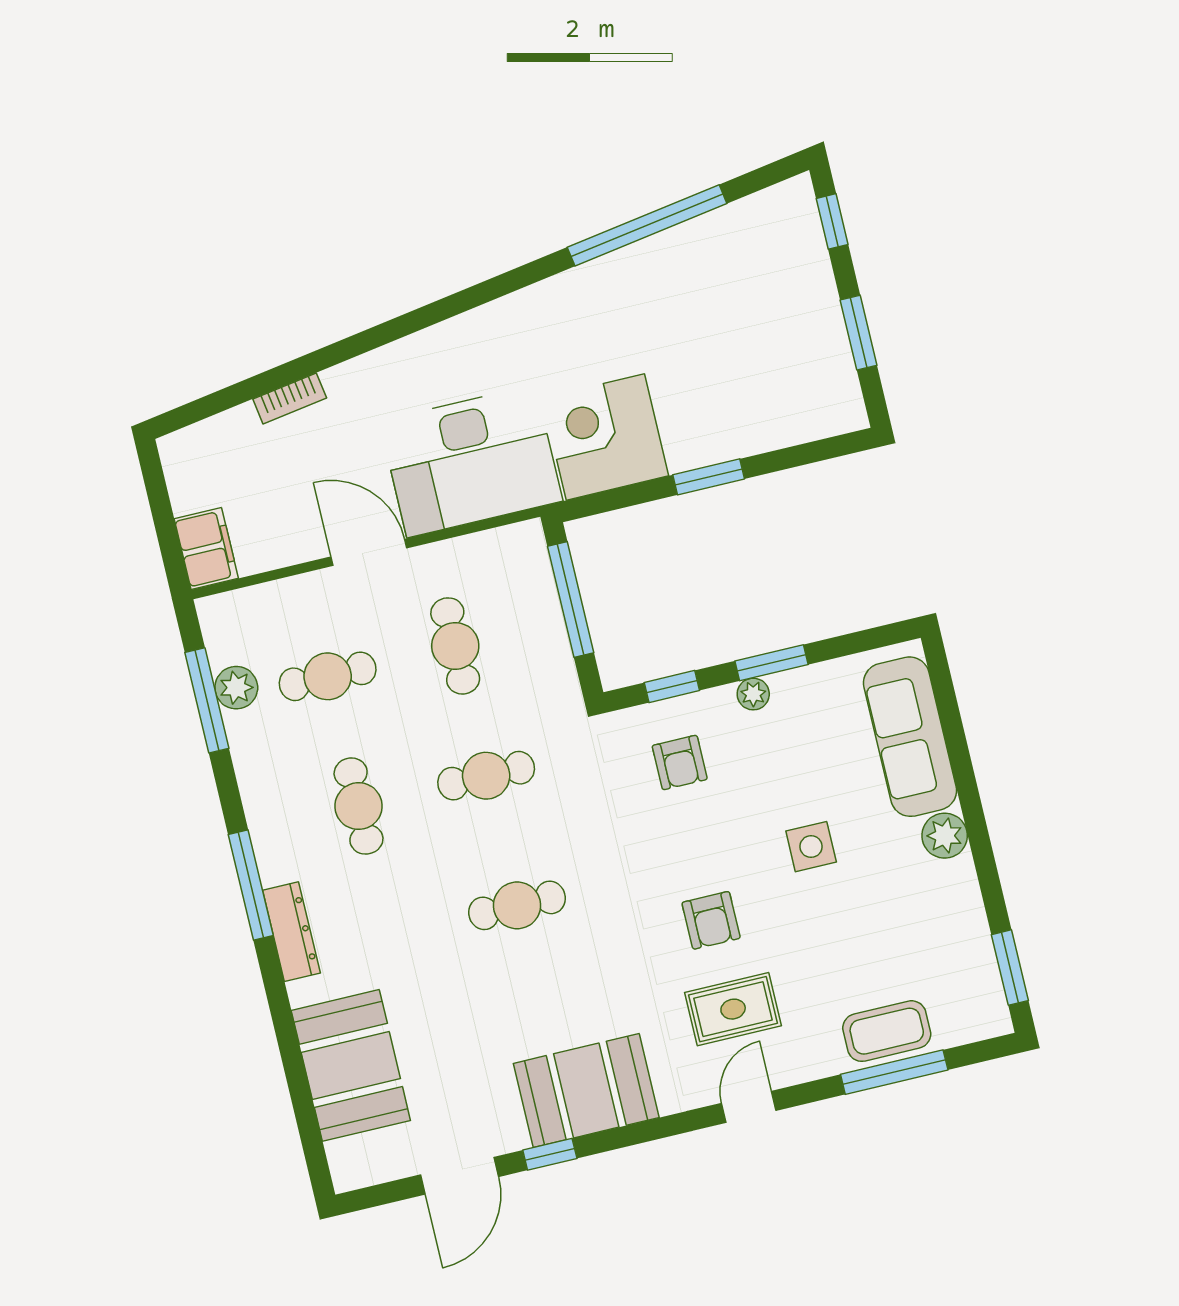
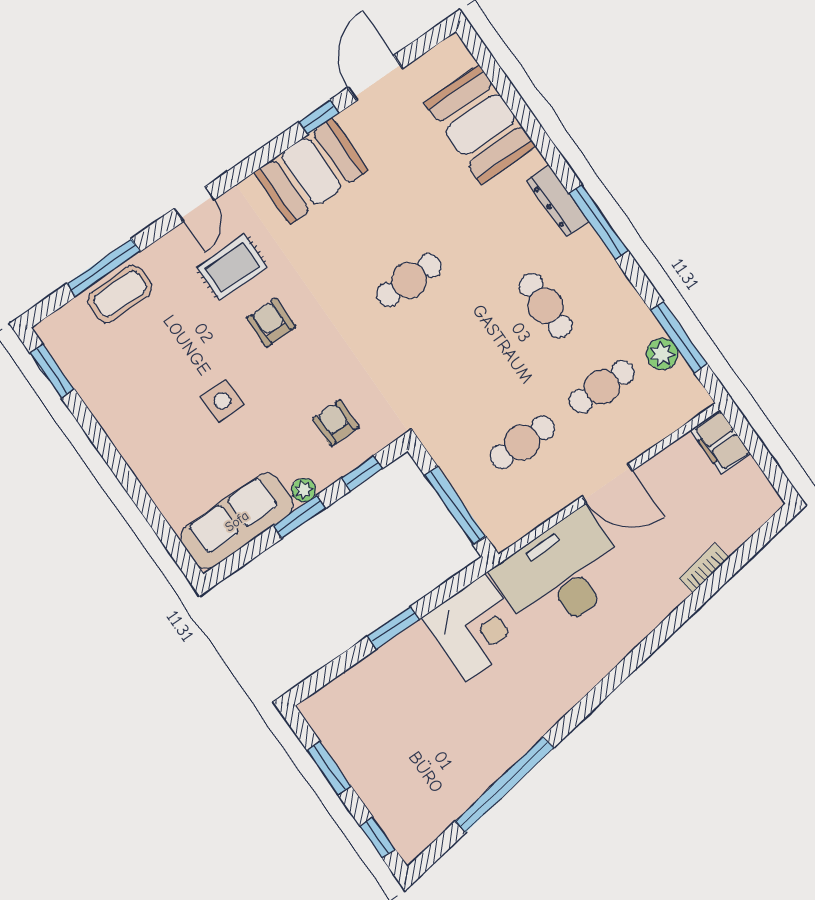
cafe table: (455, 646) -> (522, 442), turned 90
sofa: (910, 737) -> (237, 521), moved, turned -90
cafe table: (486, 776) -> (466, 361), removed
plant: (945, 836) -> (133, 444), removed

